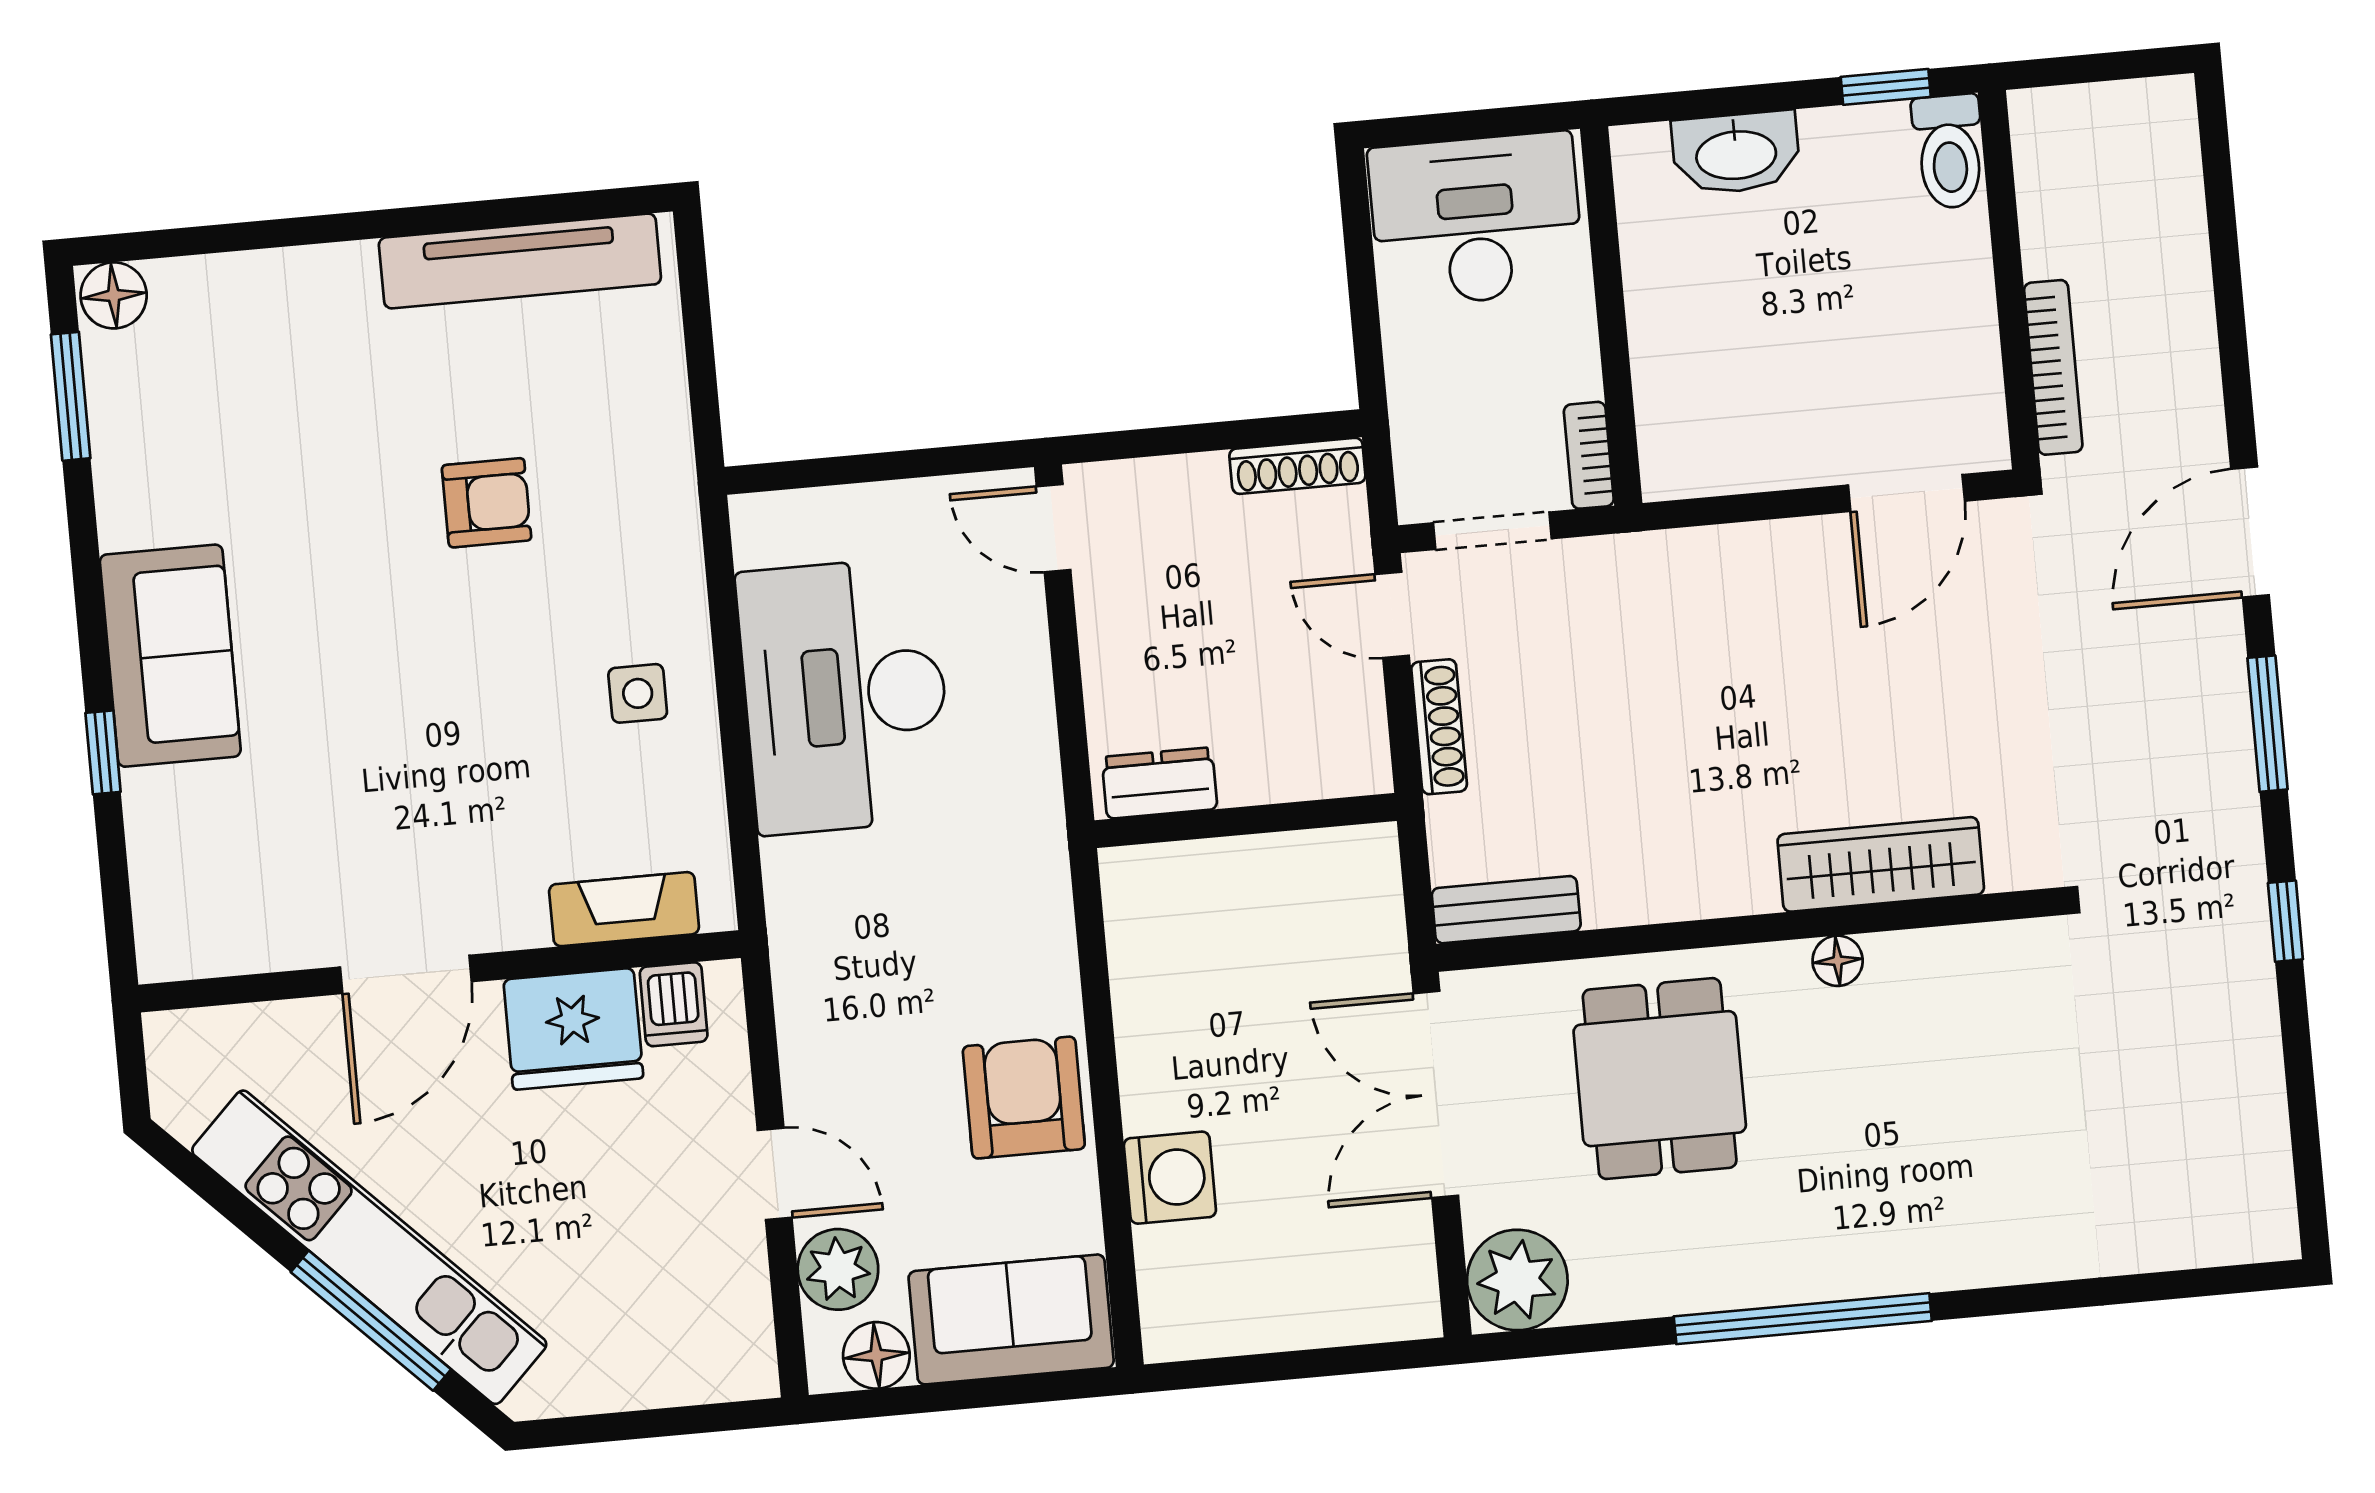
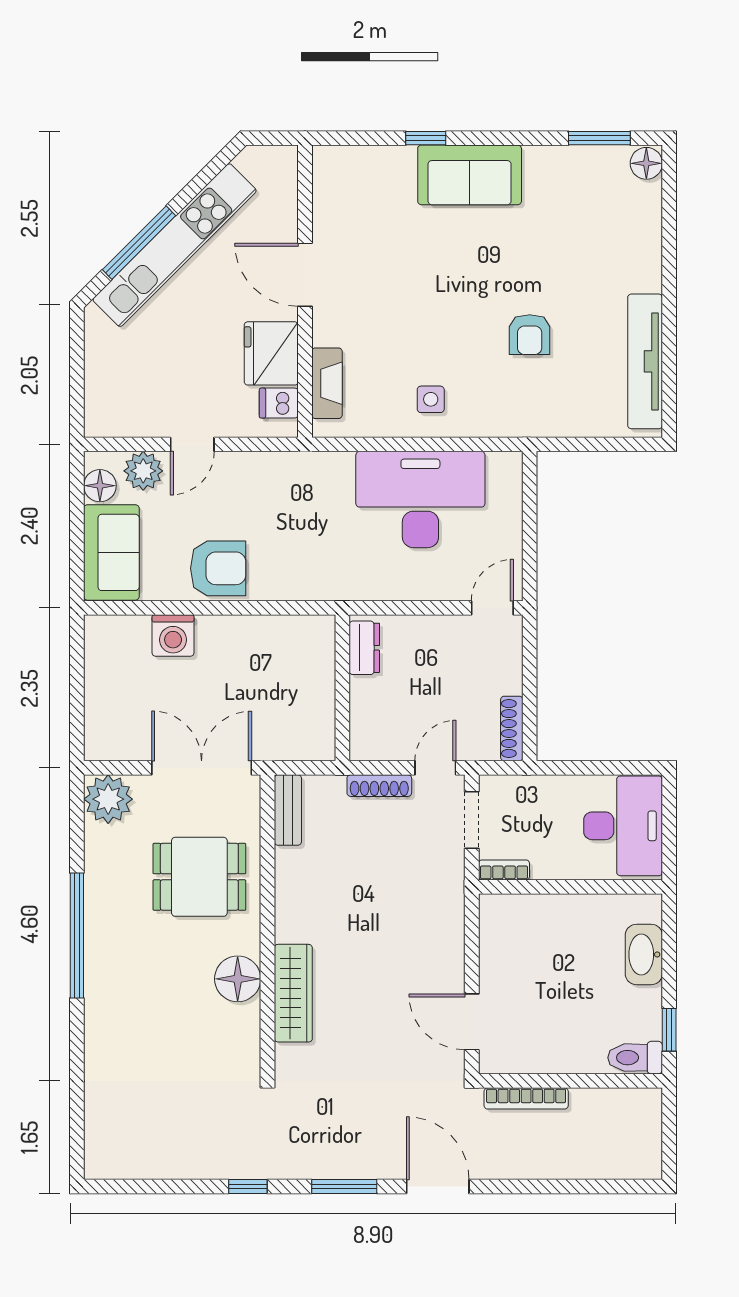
floor lamp: (1838, 961) -> (238, 979), width x1.89, depth x1.89

